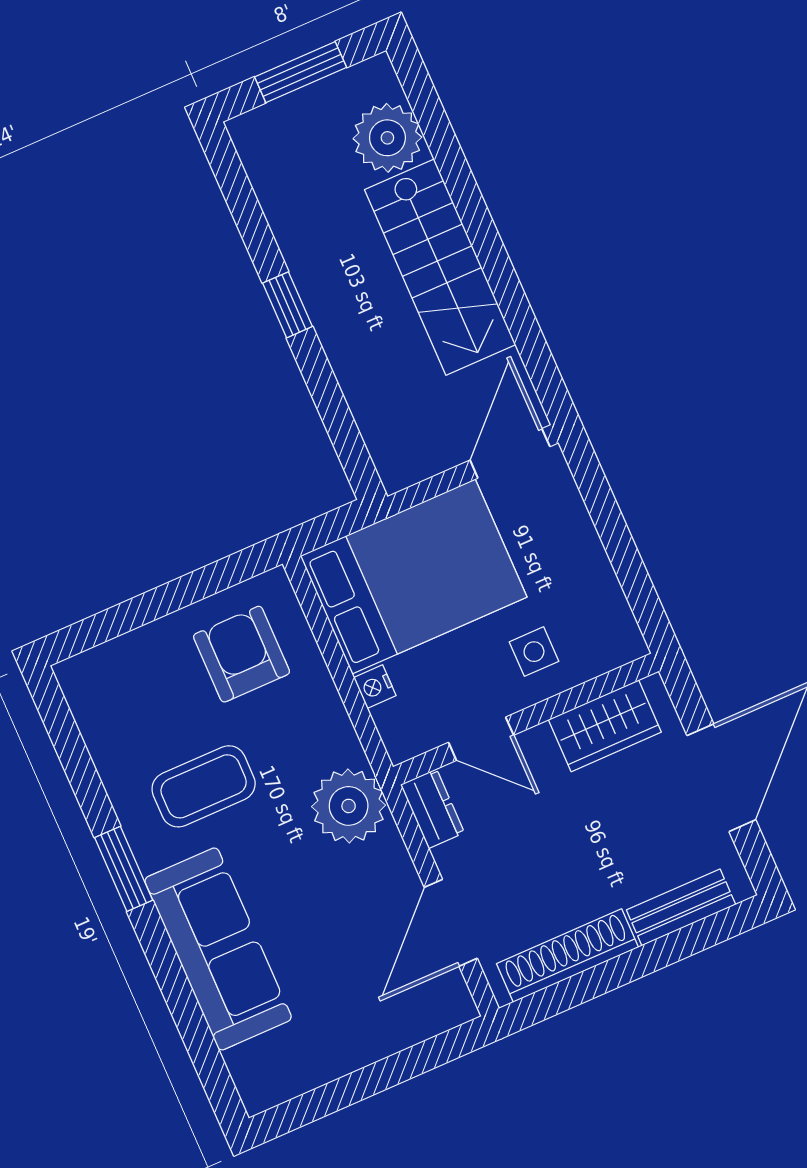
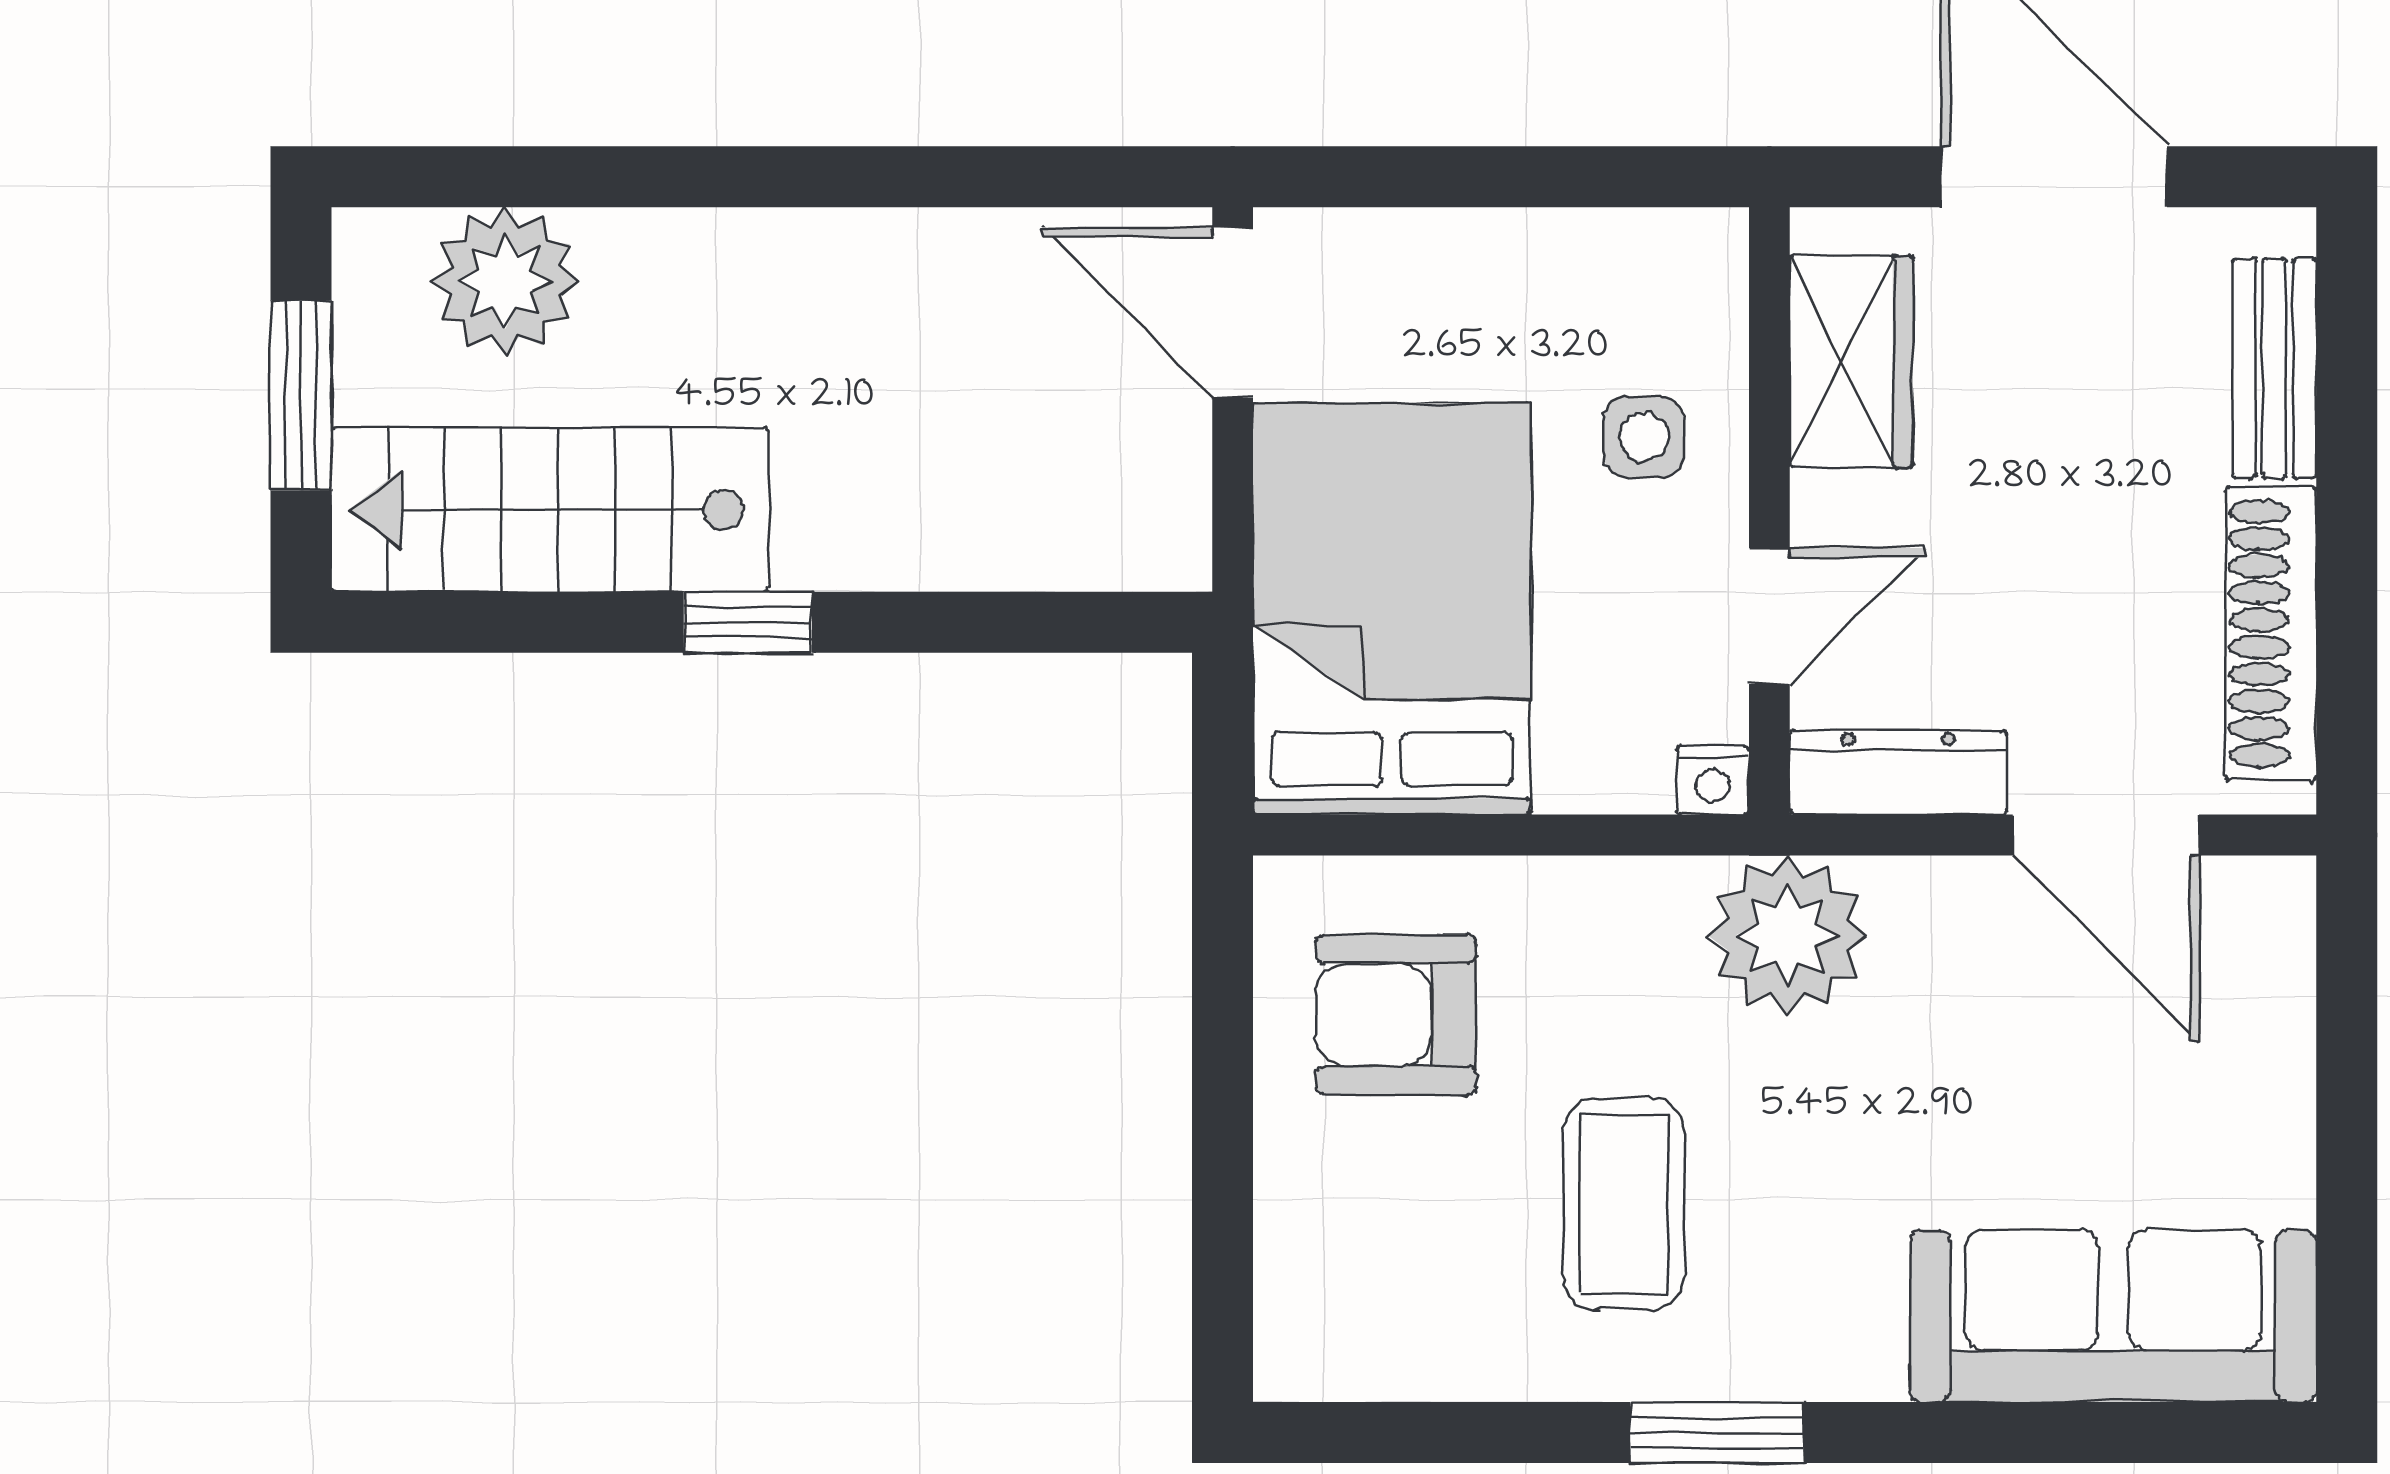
stairs: (440, 267) -> (549, 510), moved, turned 180
nightstand: (375, 687) -> (1713, 780), moved
dresser: (432, 809) -> (1898, 772), width x1.44
sofa: (218, 949) -> (2113, 1316), moved

